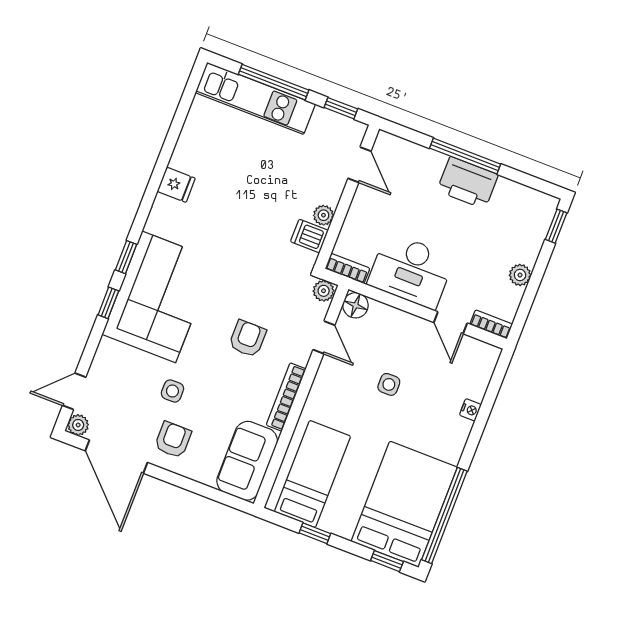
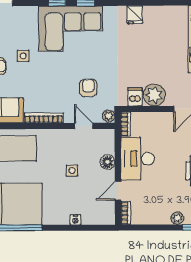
plant: (323, 215) -> (154, 95), width x1.88, depth x1.88
plant: (520, 275) -> (177, 218), moved
floor lamp: (355, 305) -> (108, 162), moved
door: (324, 337) -> (84, 126), swing flipped
armchair: (248, 339) -> (88, 88), moved, turned -90

